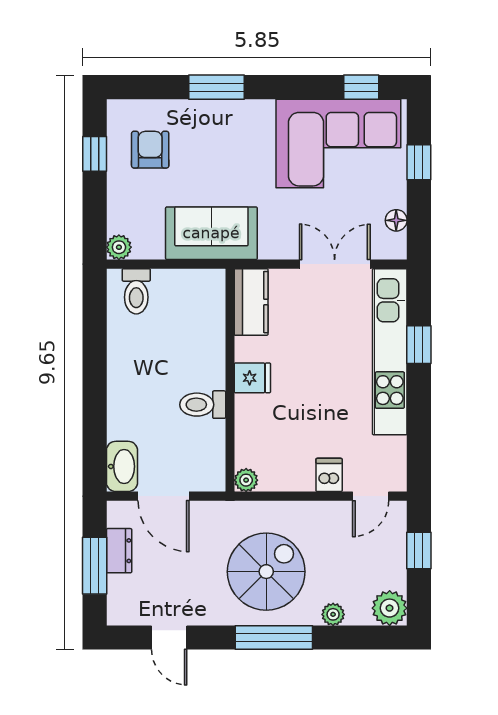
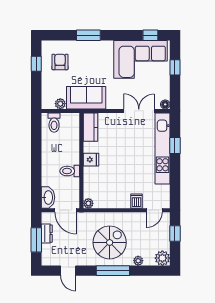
floor lamp: (396, 220) -> (165, 104), moved
plant: (119, 247) -> (60, 104), moved
kitchen counter: (251, 302) -> (90, 127), moved
fridge: (252, 378) -> (91, 160), moved
wall: (230, 380) -> (81, 161), moved
toilet: (203, 405) -> (70, 171), moved
plant: (246, 480) -> (88, 203), moved

